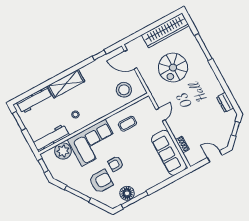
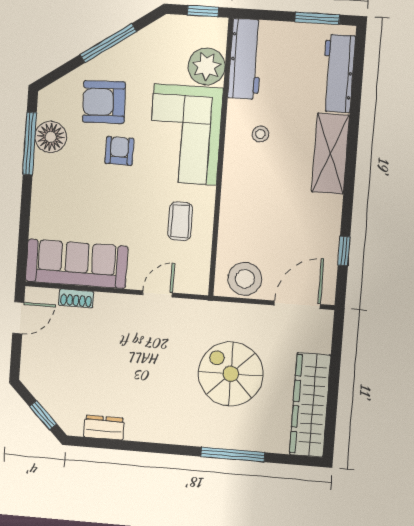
stool: (124, 90) -> (245, 279), moved
door: (161, 115) -> (157, 294), swing flipped
door: (215, 156) -> (18, 318), moved
armchair: (101, 181) -> (104, 102), turned 88

